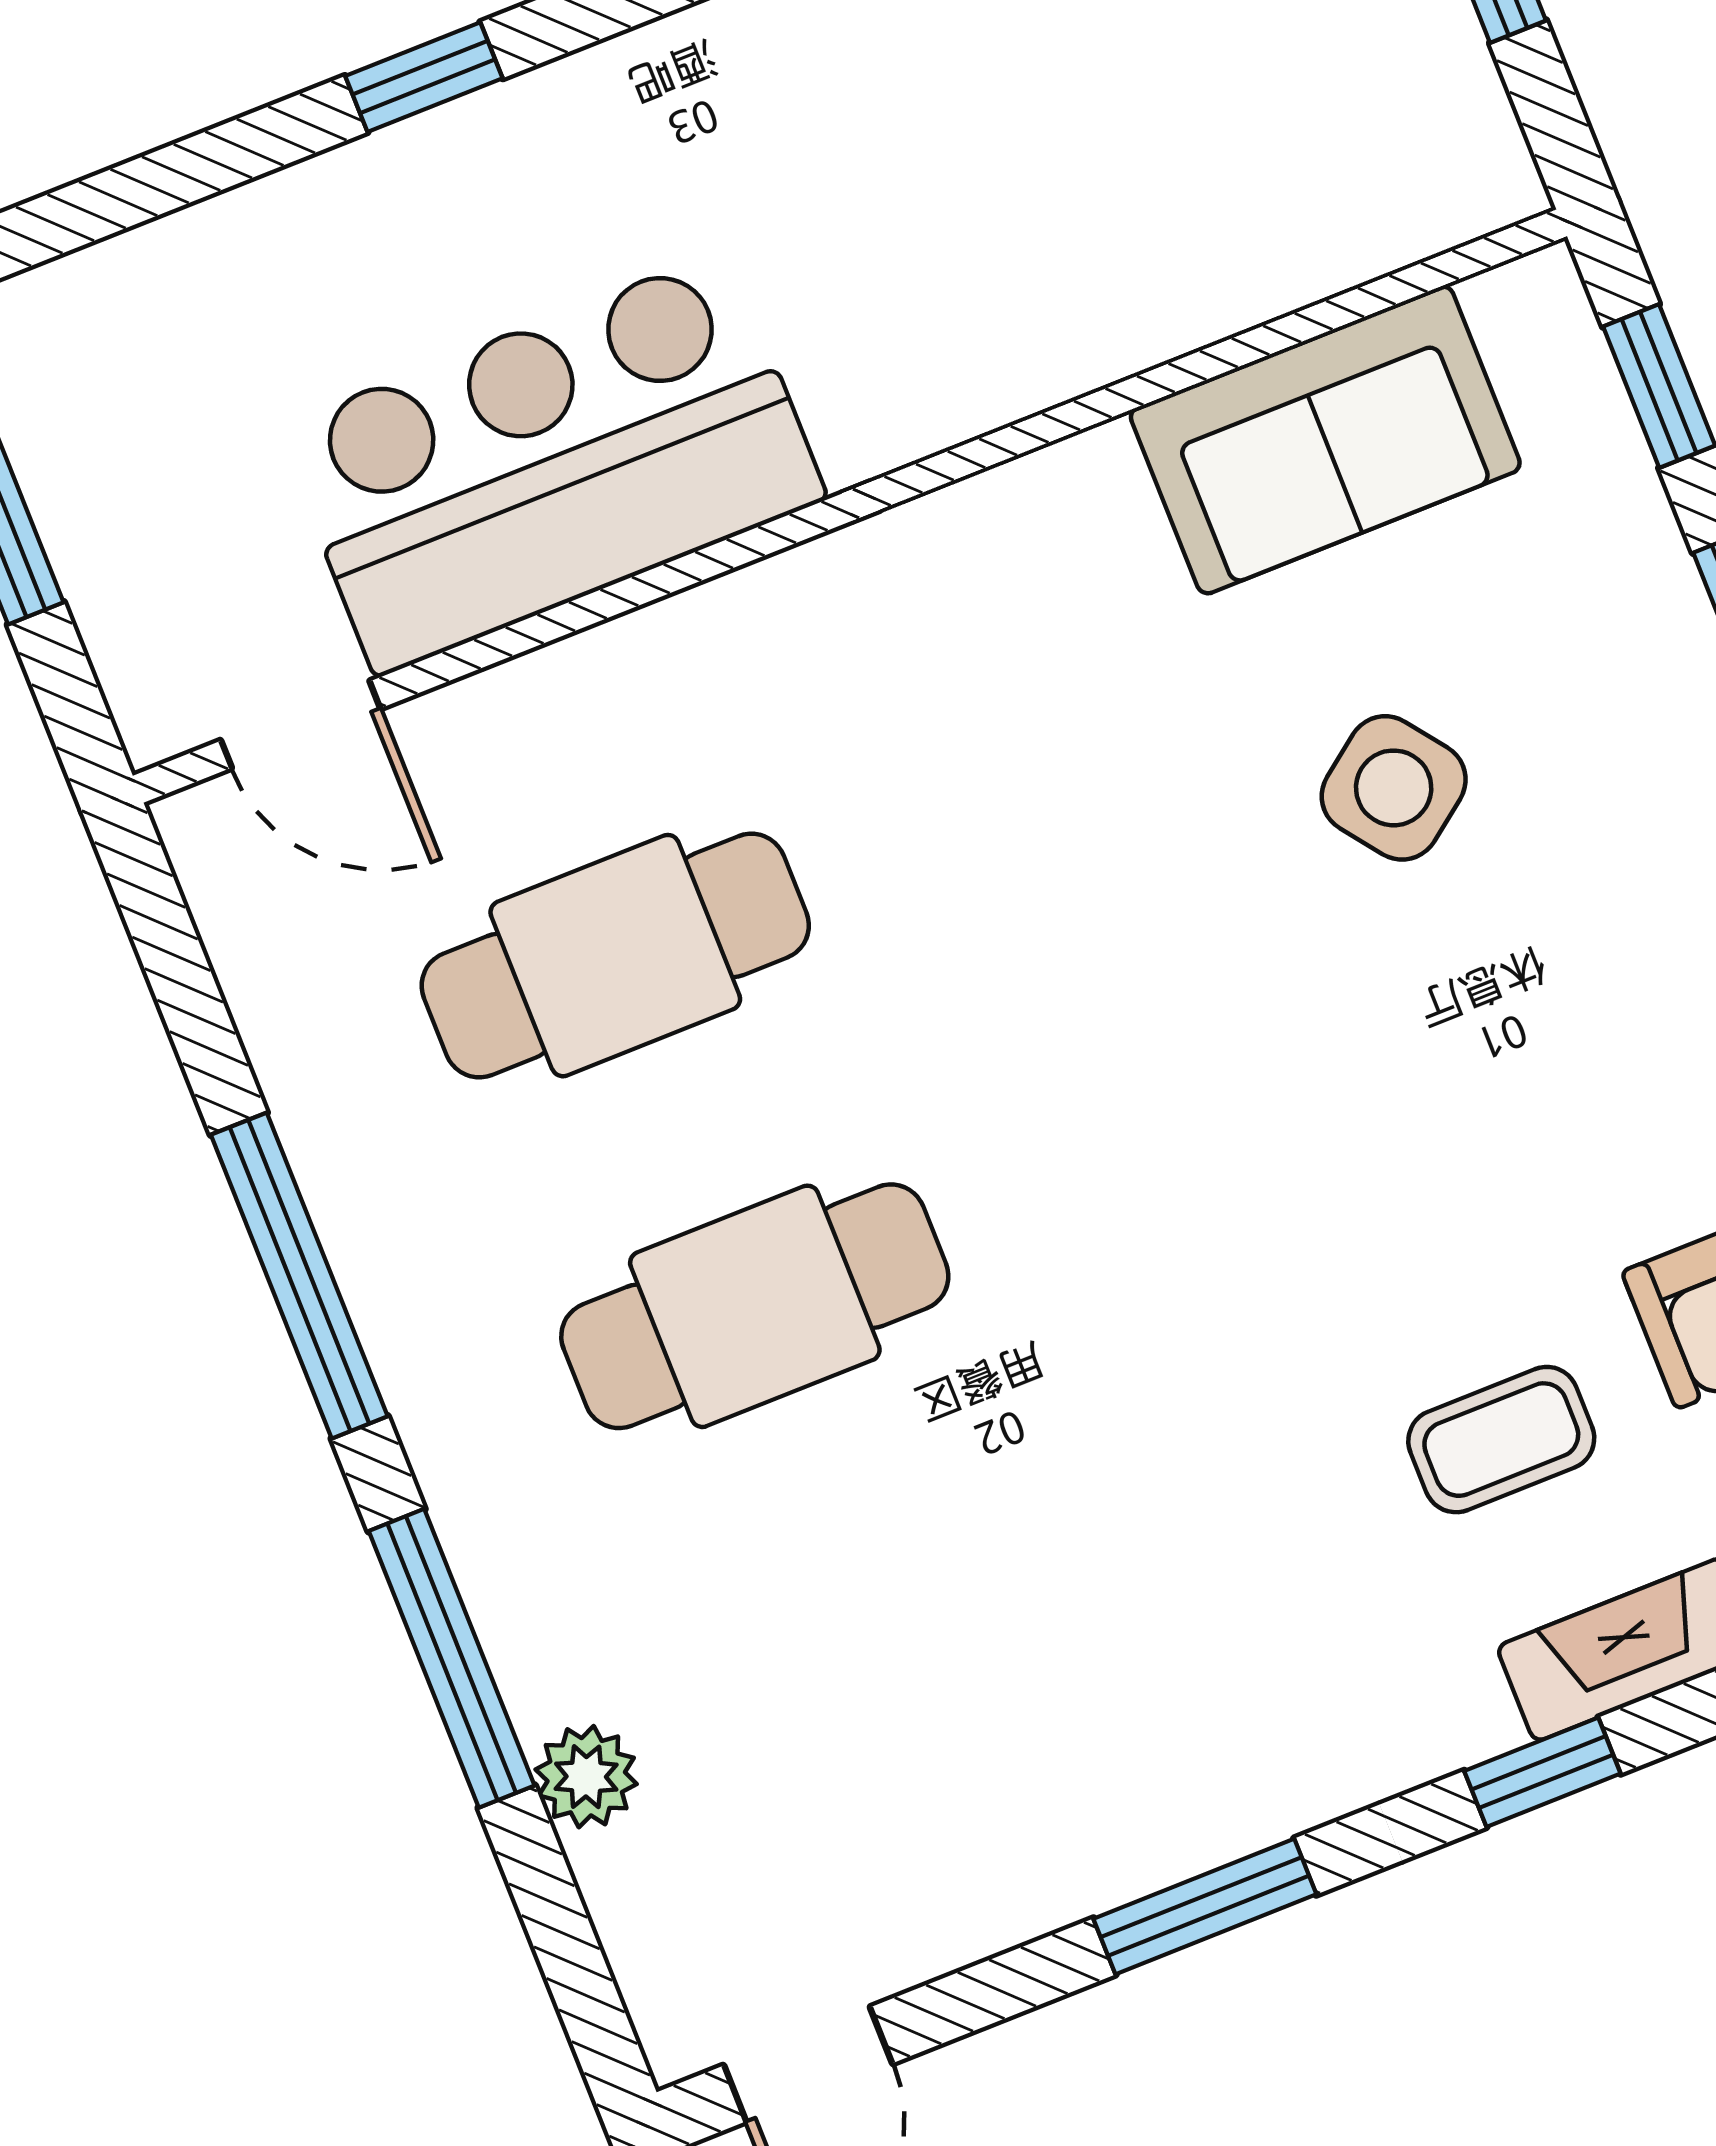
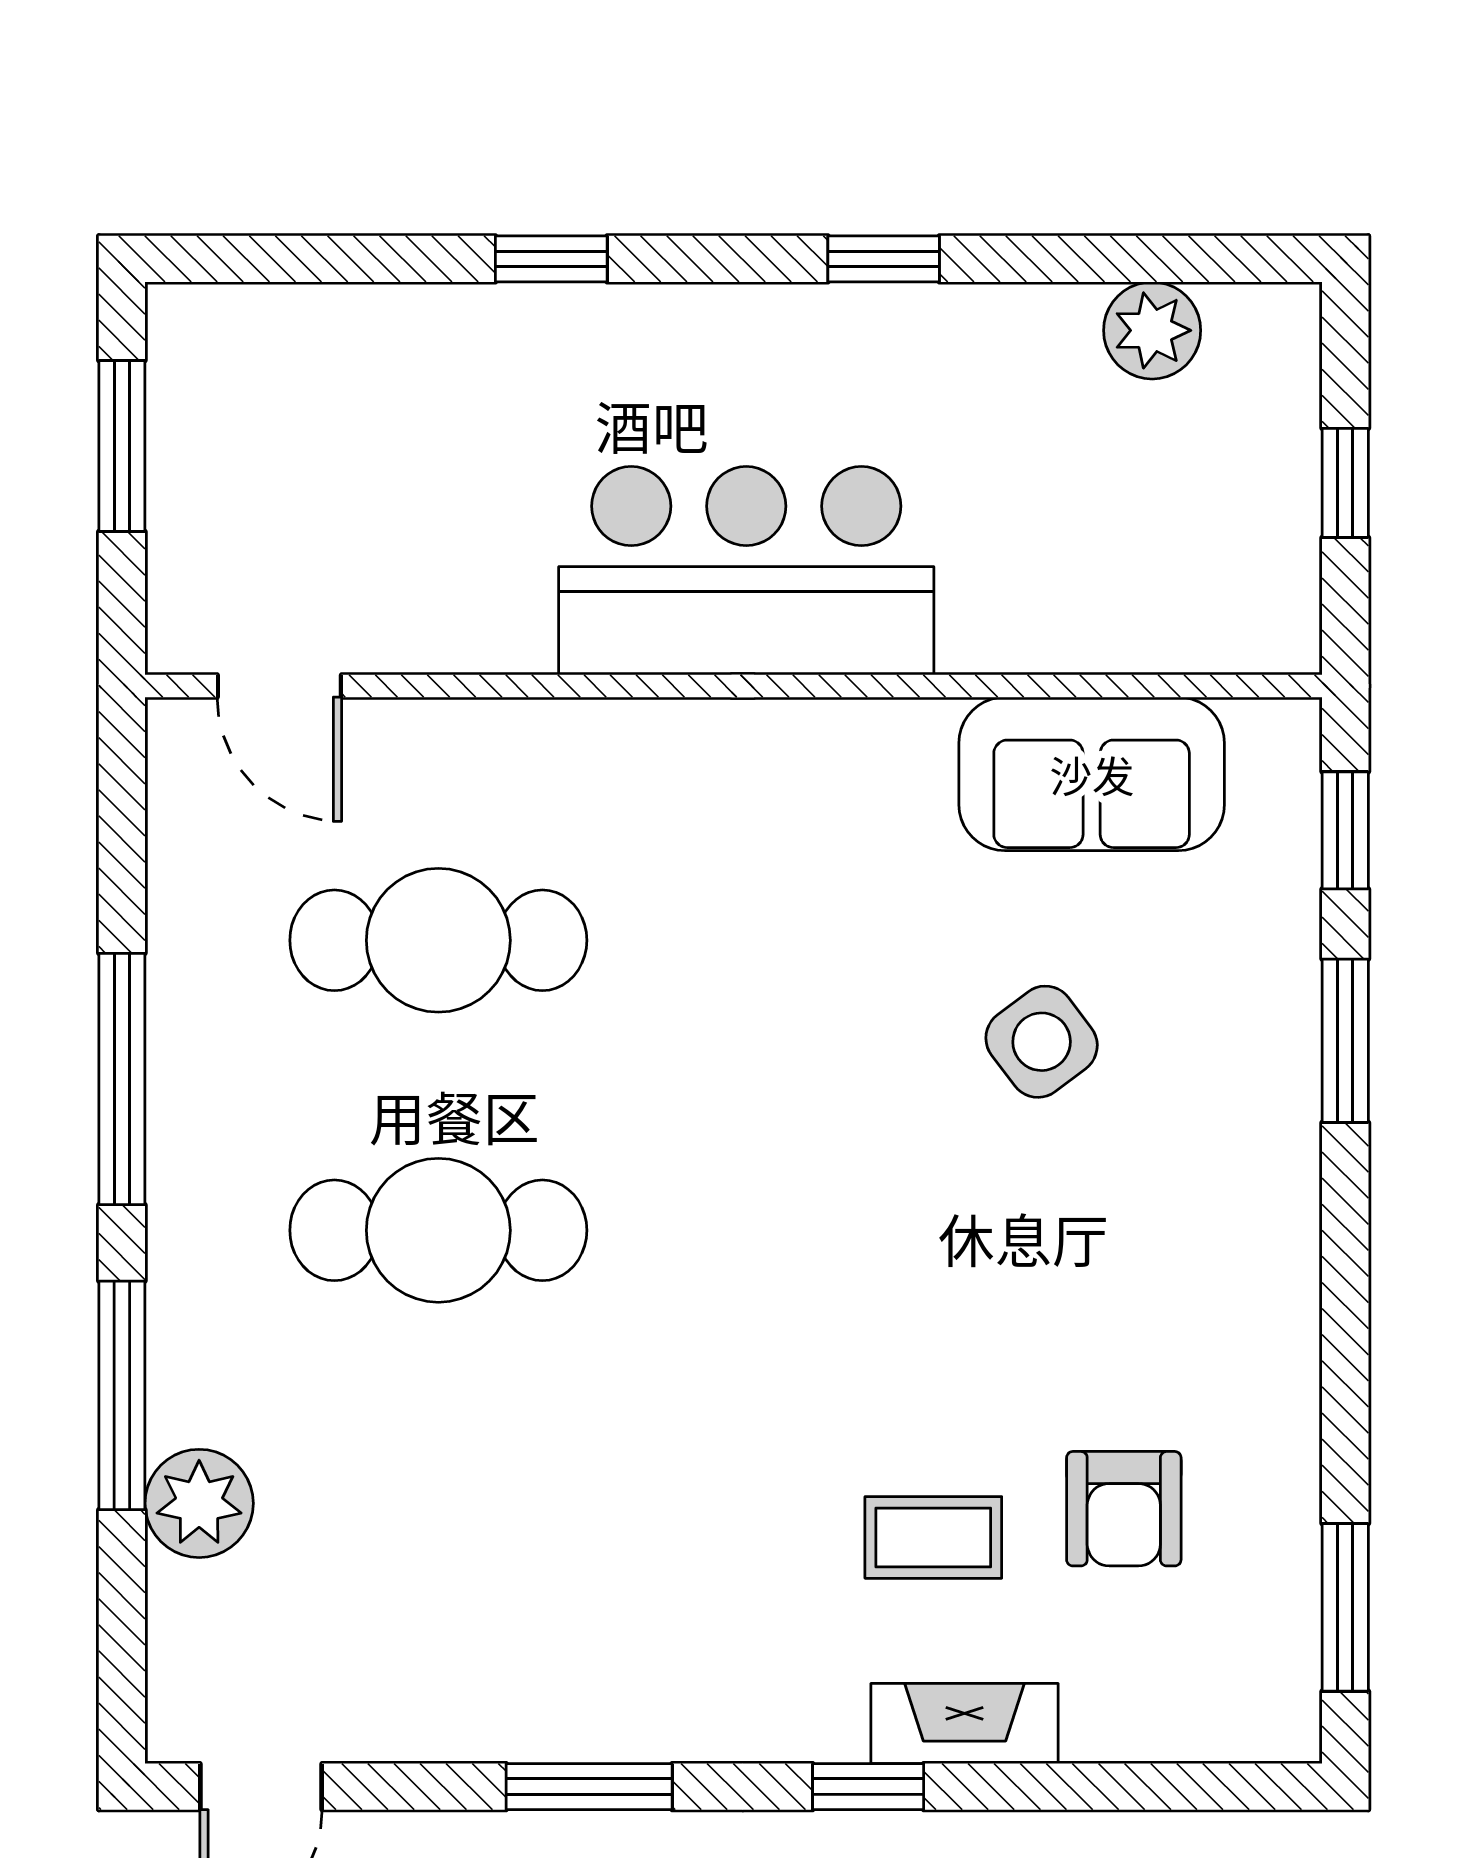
bar counter: (552, 463) -> (746, 571), moved
plant: (586, 1777) -> (199, 1503), width x1.38, depth x1.38

